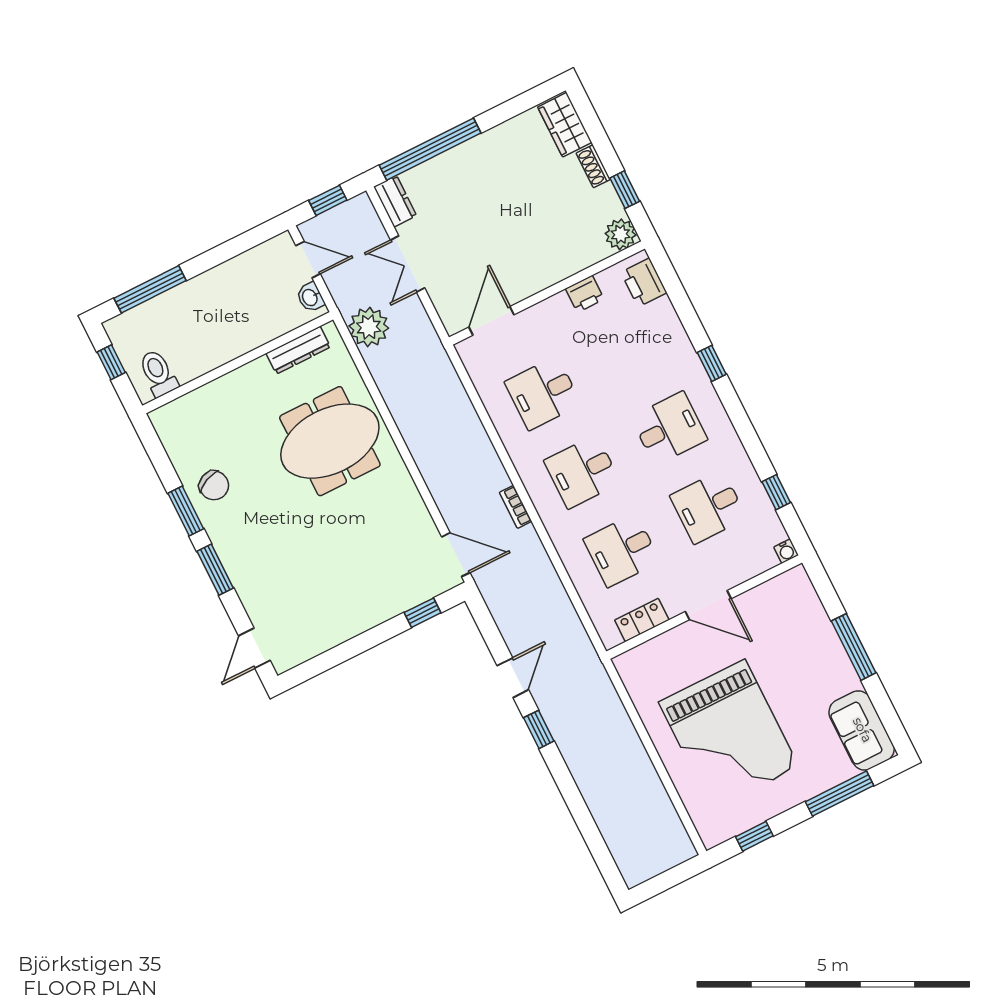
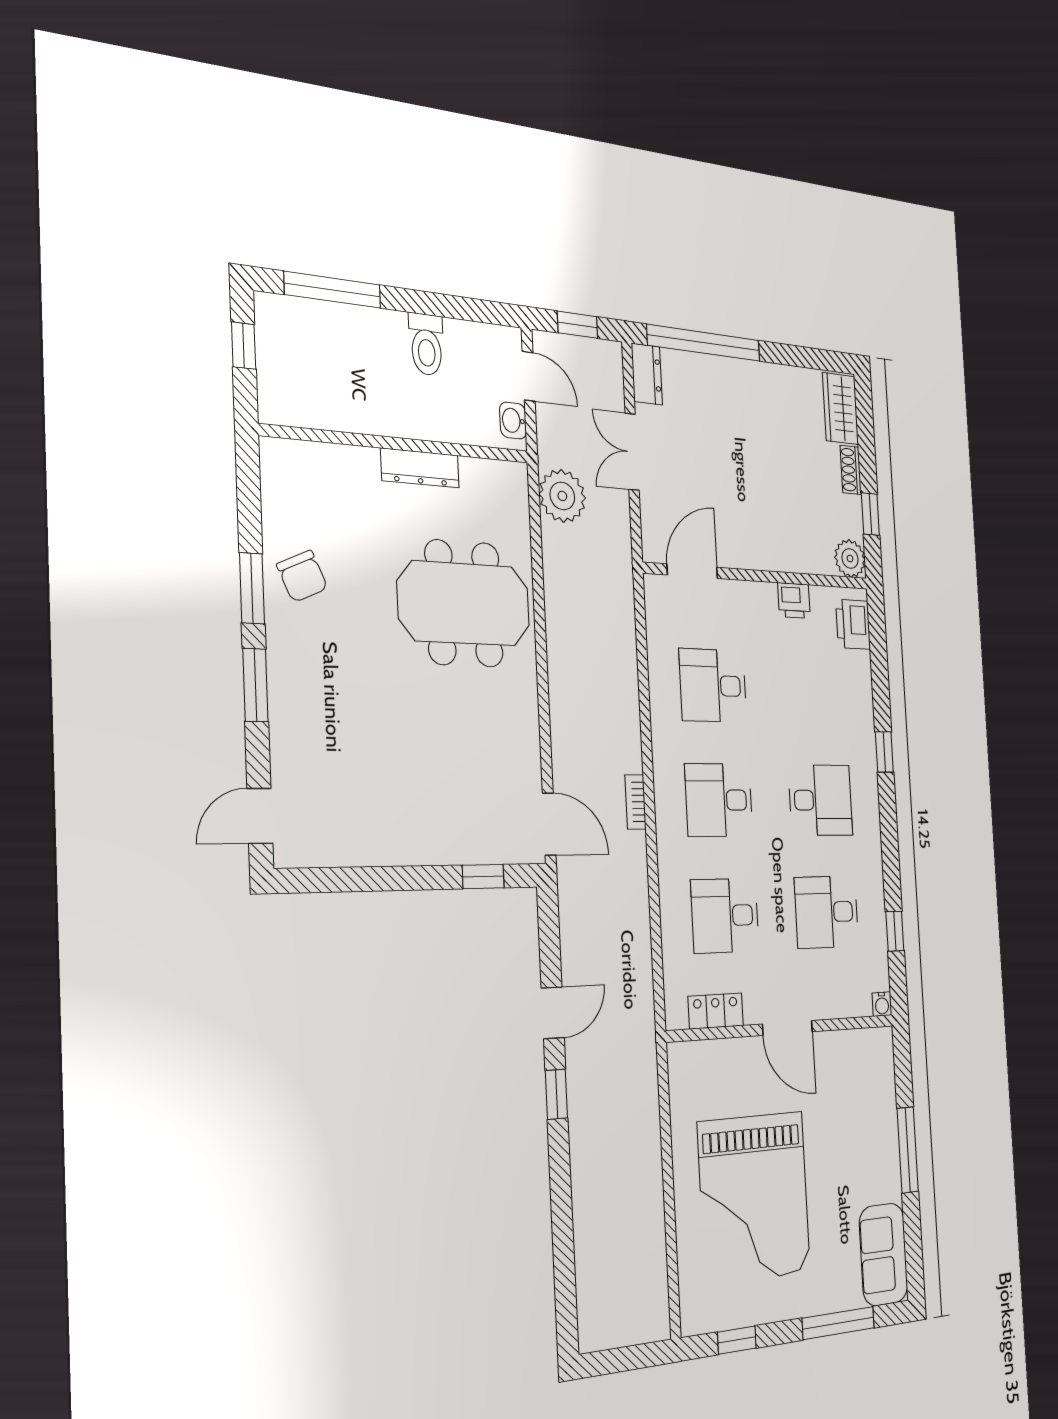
dresser: (298, 350) -> (420, 468), moved
toilet: (158, 373) -> (426, 344), moved, turned 180

